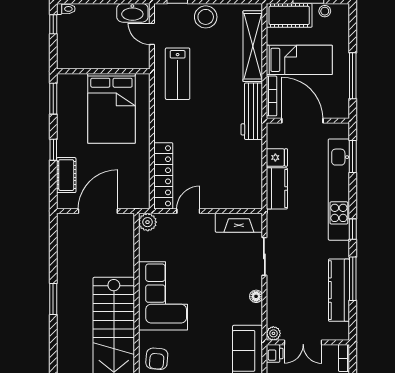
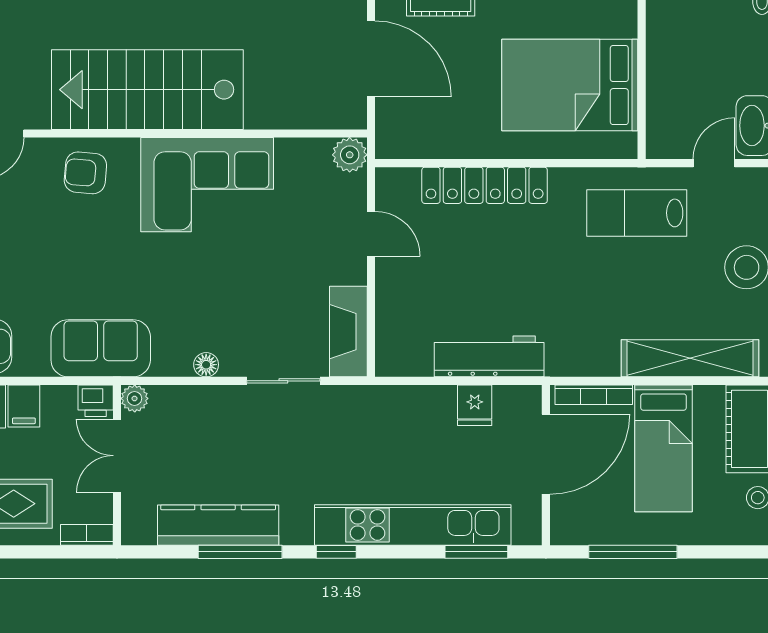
workbench: (252, 111) -> (489, 356), moved
locker: (163, 176) -> (485, 185), moved
kitchen counter: (277, 188) -> (415, 405), removed

